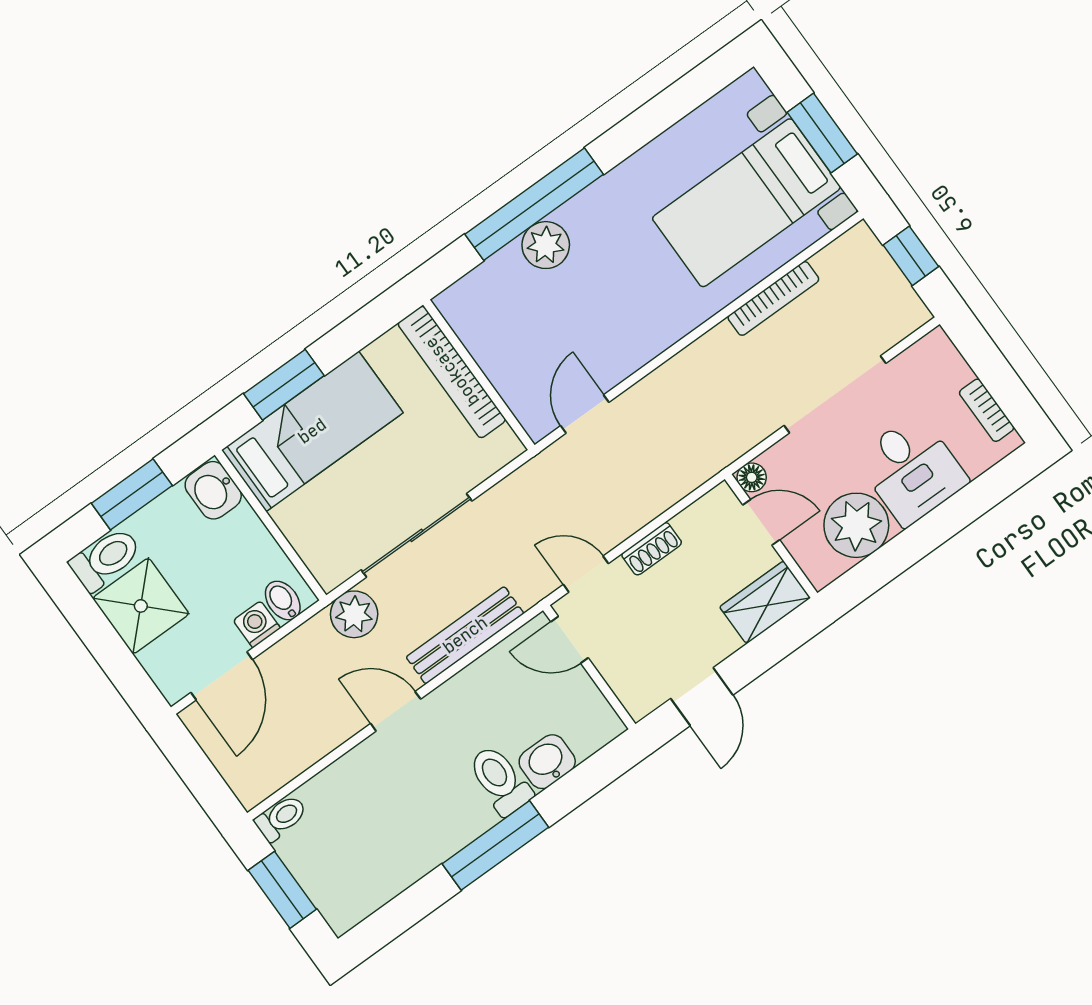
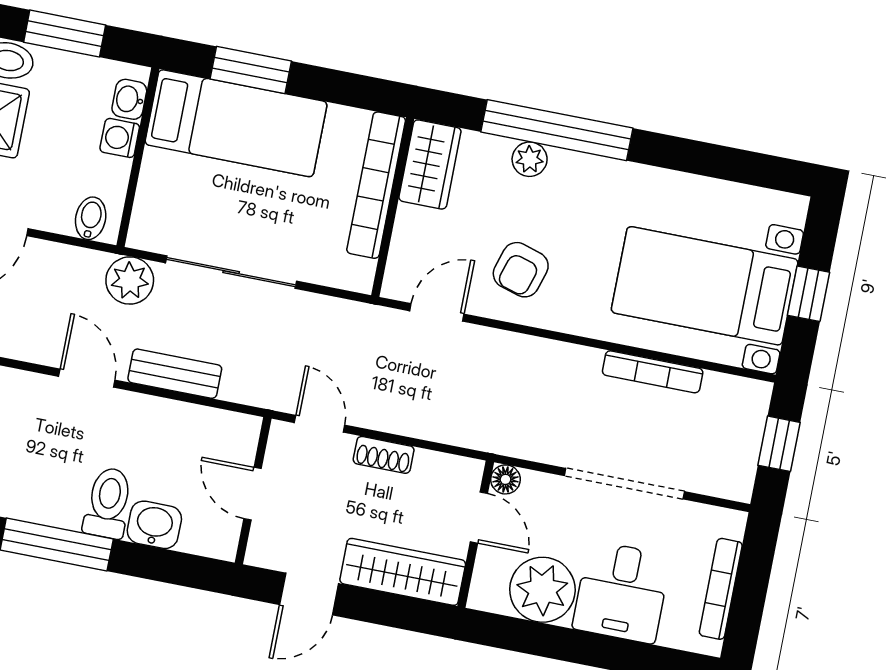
window: (822, 133) -> (808, 294), width x0.67
plant: (546, 245) -> (530, 159), width x0.73, depth x0.73
wardrobe: (473, 319) -> (430, 164), added
armchair: (611, 325) -> (521, 270), added
bookcase: (987, 410) -> (721, 589), width x1.56
washbasin: (213, 490) -> (129, 99), width x0.72, depth x0.69
wardrobe: (765, 602) -> (403, 572), width x1.50
washing machine: (257, 624) -> (120, 138), moved, turned -90
bench: (465, 635) -> (175, 374), width x0.73
door: (569, 640) -> (253, 494), moved

